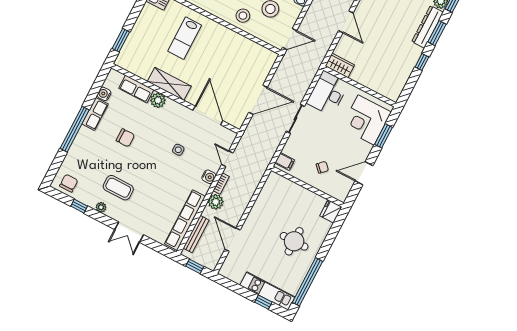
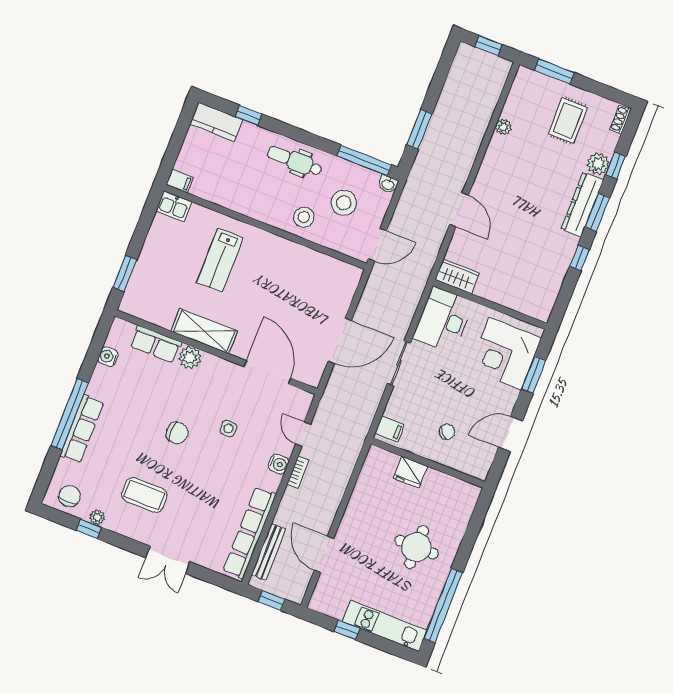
row of seats: (95, 114) -> (82, 429), moved, width x1.48
chair: (125, 138) -> (177, 433), moved
plant: (216, 202) -> (293, 501), removed
plant: (101, 207) -> (97, 517), moved
fridge: (331, 211) -> (411, 472), moved, turned -90
window: (263, 302) -> (347, 630), moved

